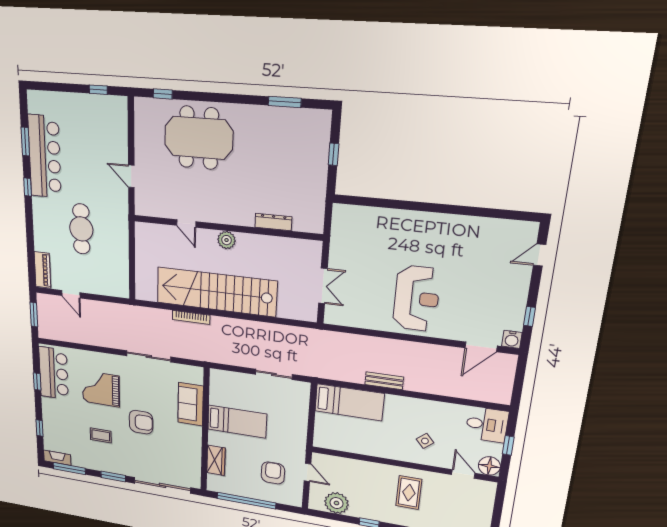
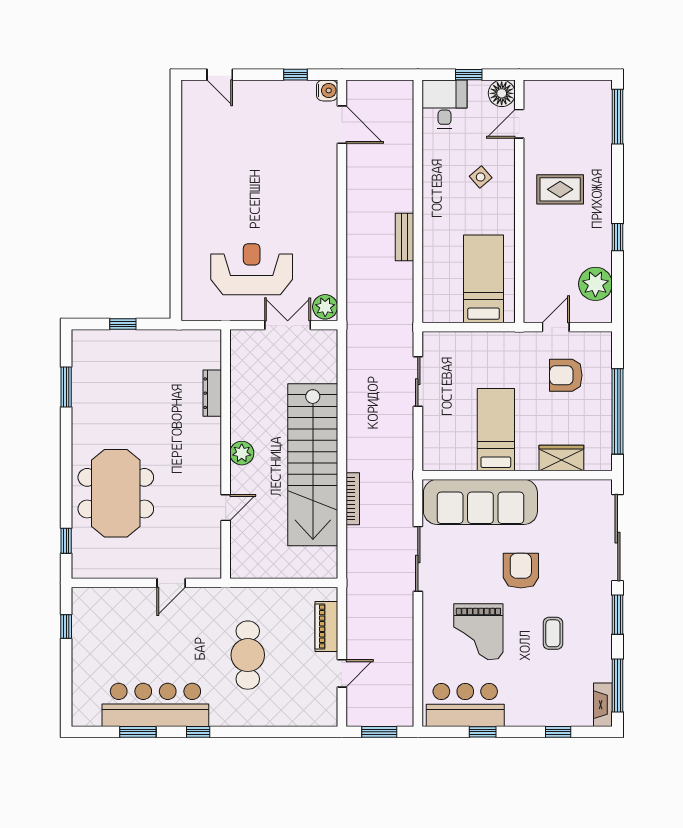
cafe table: (81, 229) -> (248, 655), turned 90
piano: (42, 270) -> (326, 626), moved, turned -90
reception desk: (416, 298) -> (252, 269), moved
plant: (335, 316) -> (325, 307), added
bed: (349, 402) -> (484, 279), moved
sofa: (191, 404) -> (480, 502), width x1.85, depth x1.27

